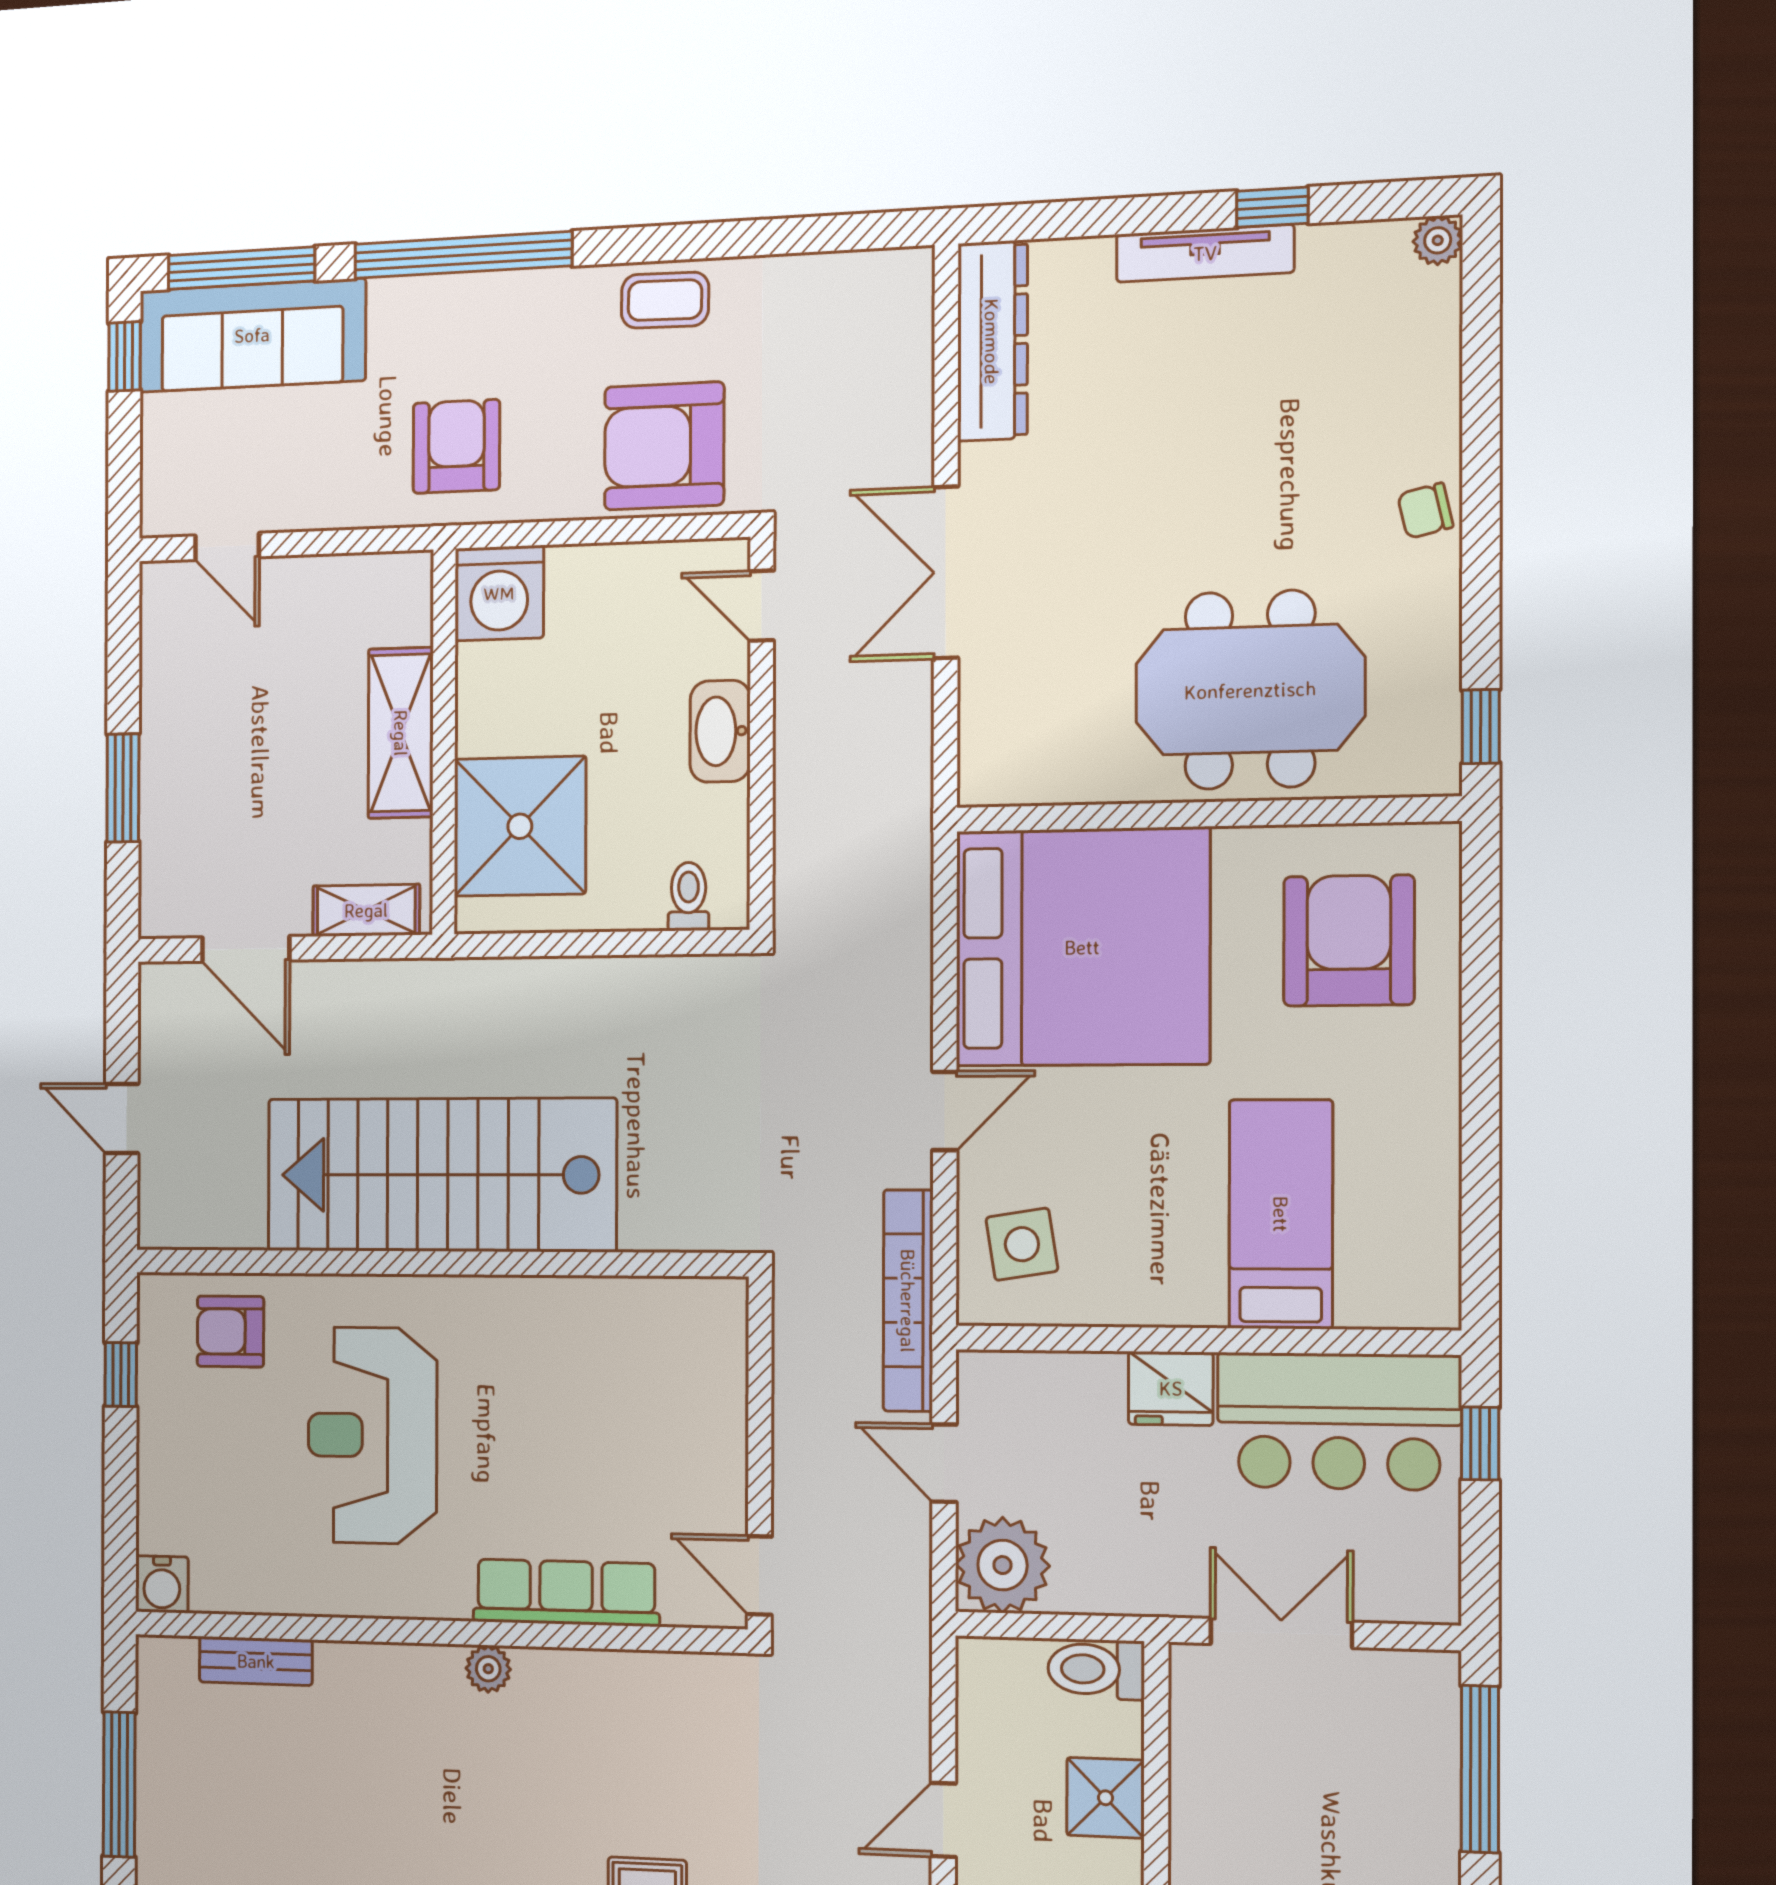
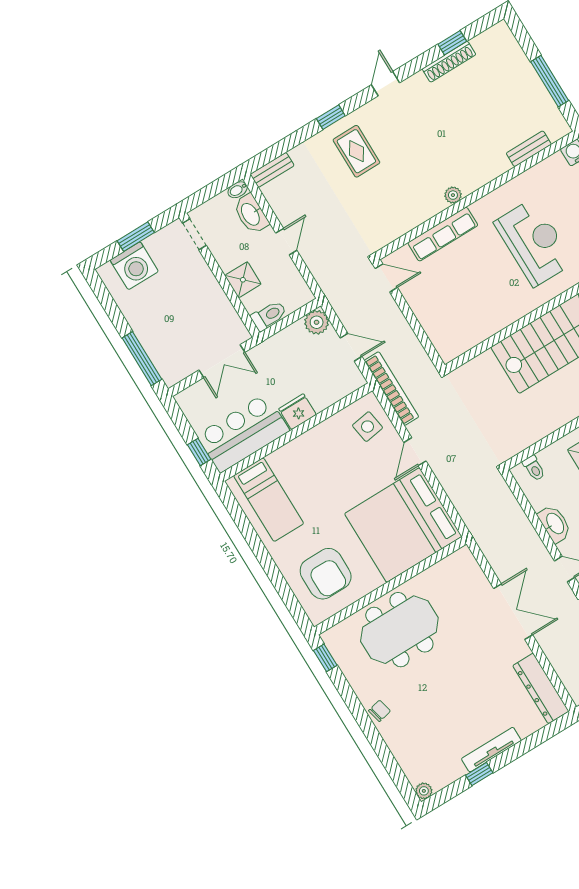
bed: (1281, 1214) -> (269, 500), moved
plant: (1002, 1565) -> (317, 322), width x0.73, depth x0.73

